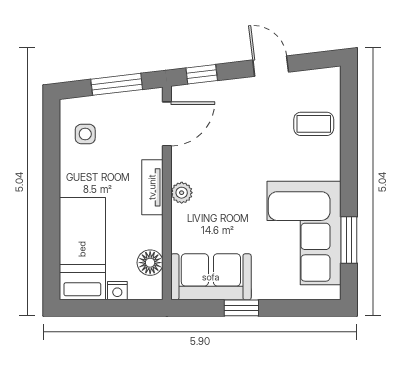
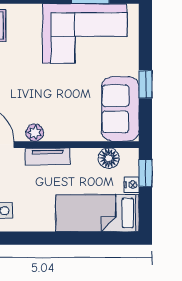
plant: (182, 193) -> (35, 133), moved
window: (132, 308) -> (145, 173), added

